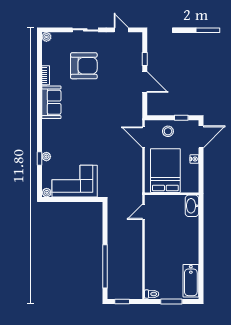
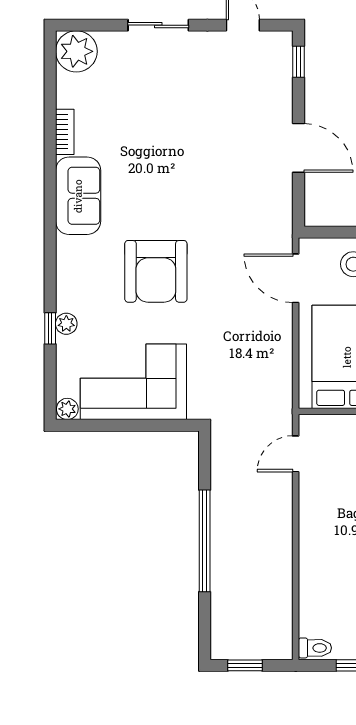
plant: (46, 37) -> (76, 51), width x1.88, depth x1.88
window: (145, 59) -> (298, 62), moved
armchair: (84, 66) -> (156, 271), moved, turned 90
window: (105, 266) -> (205, 541), moved

